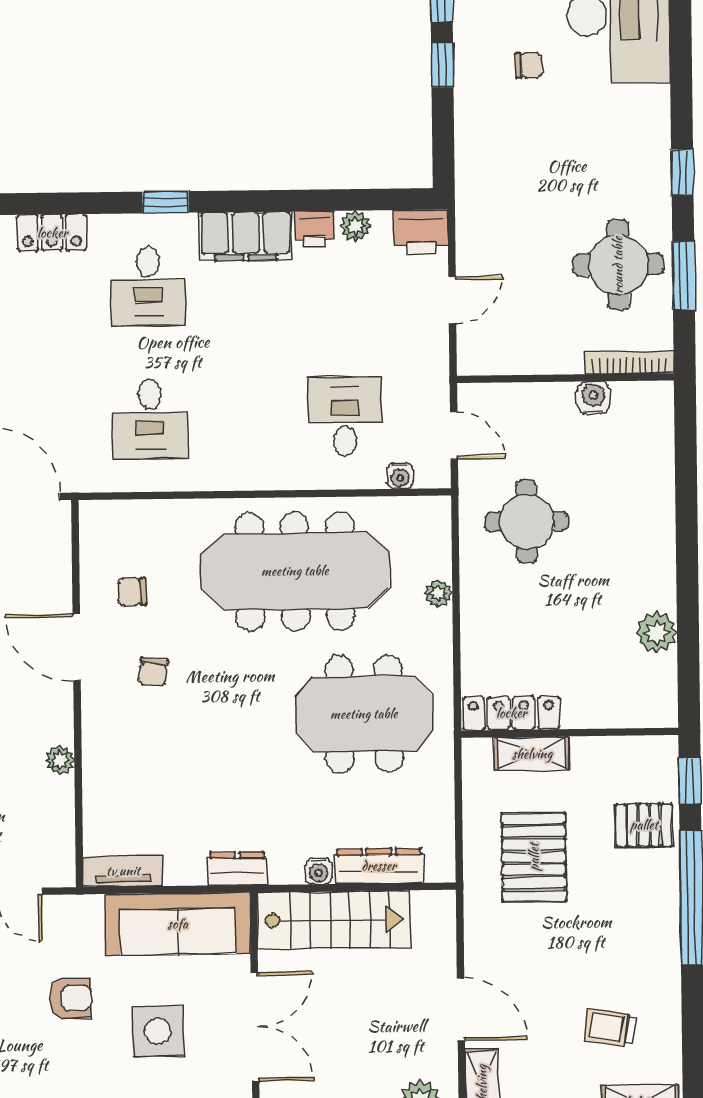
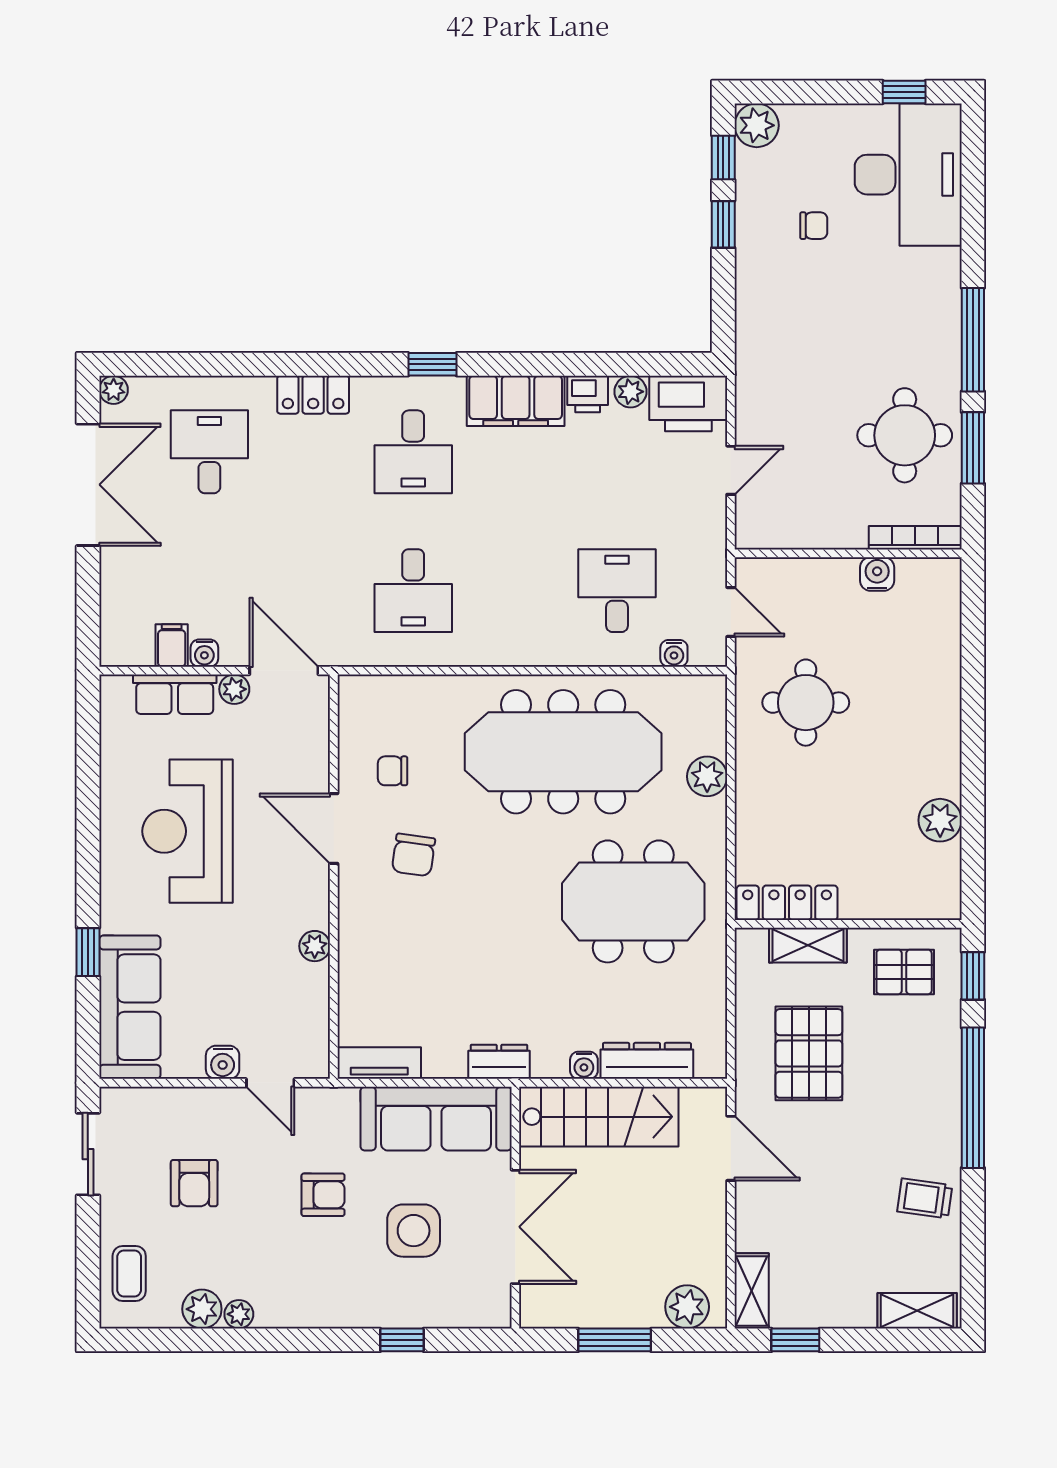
window: (682, 172) -> (973, 340), width x2.17
printer: (421, 232) -> (688, 403), width x1.37, depth x1.19
plant: (438, 593) -> (707, 776), width x1.38, depth x1.38
chair: (153, 672) -> (413, 855), width x1.37, depth x1.37
pallet: (644, 825) -> (904, 972), moved
door: (461, 1009) -> (731, 1148), moved
trolley: (610, 1028) -> (925, 1198), moved

